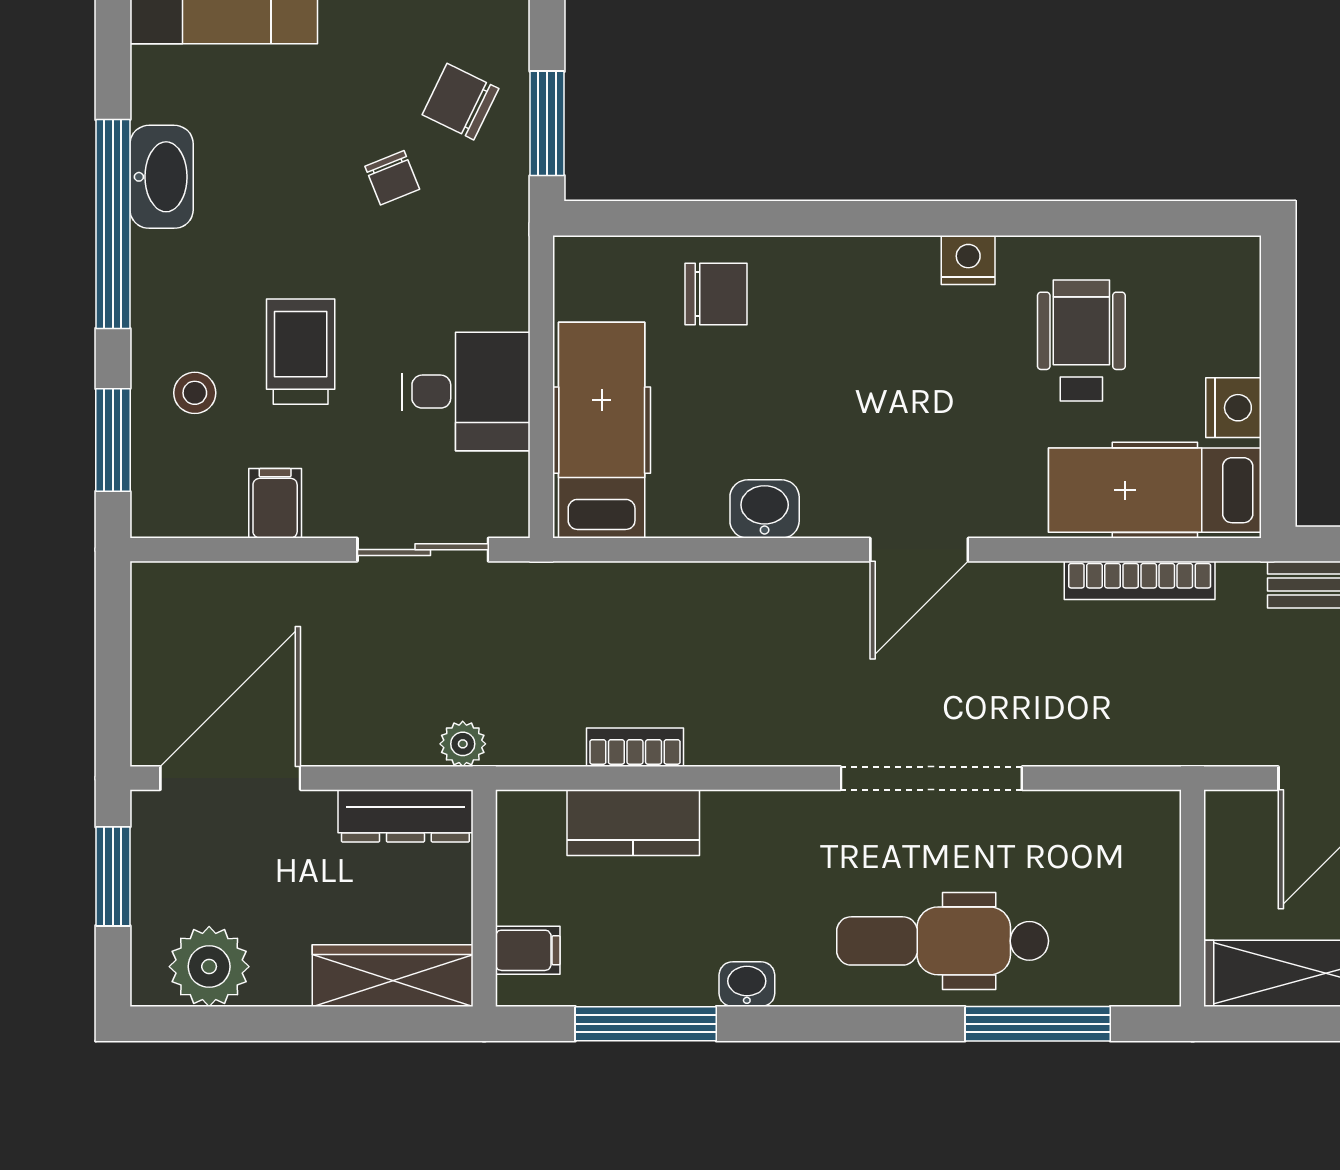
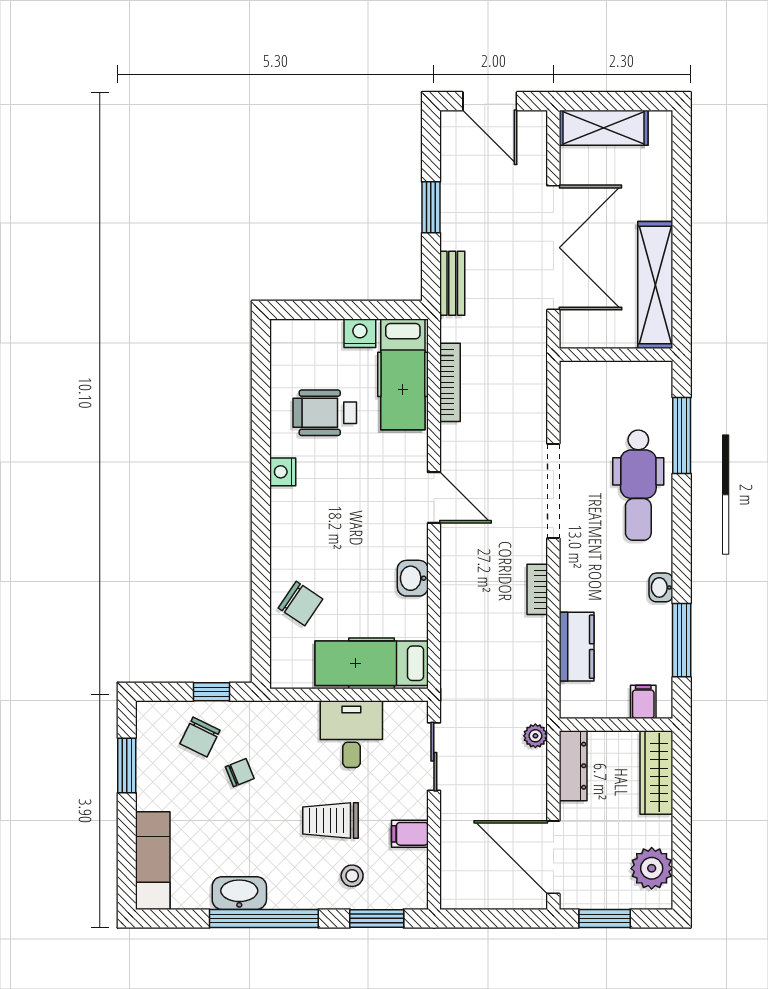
window: (547, 123) -> (211, 692), width x0.67
chair: (716, 294) -> (300, 604), turned 124
bookcase: (635, 747) -> (537, 589), moved

